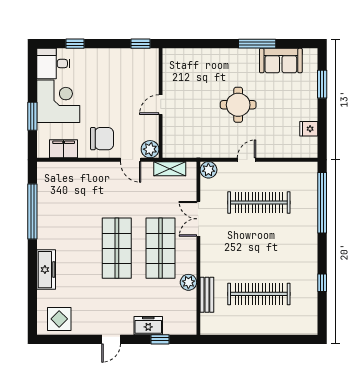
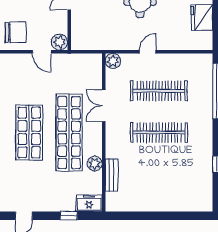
fridge: (309, 129) -> (202, 17), width x1.88, depth x1.34
shelving: (170, 169) -> (78, 60), removed
shop shelf: (160, 248) -> (69, 133), width x1.40
clothes rail: (259, 294) -> (159, 133), moved
freezer: (148, 326) -> (89, 203), moved

